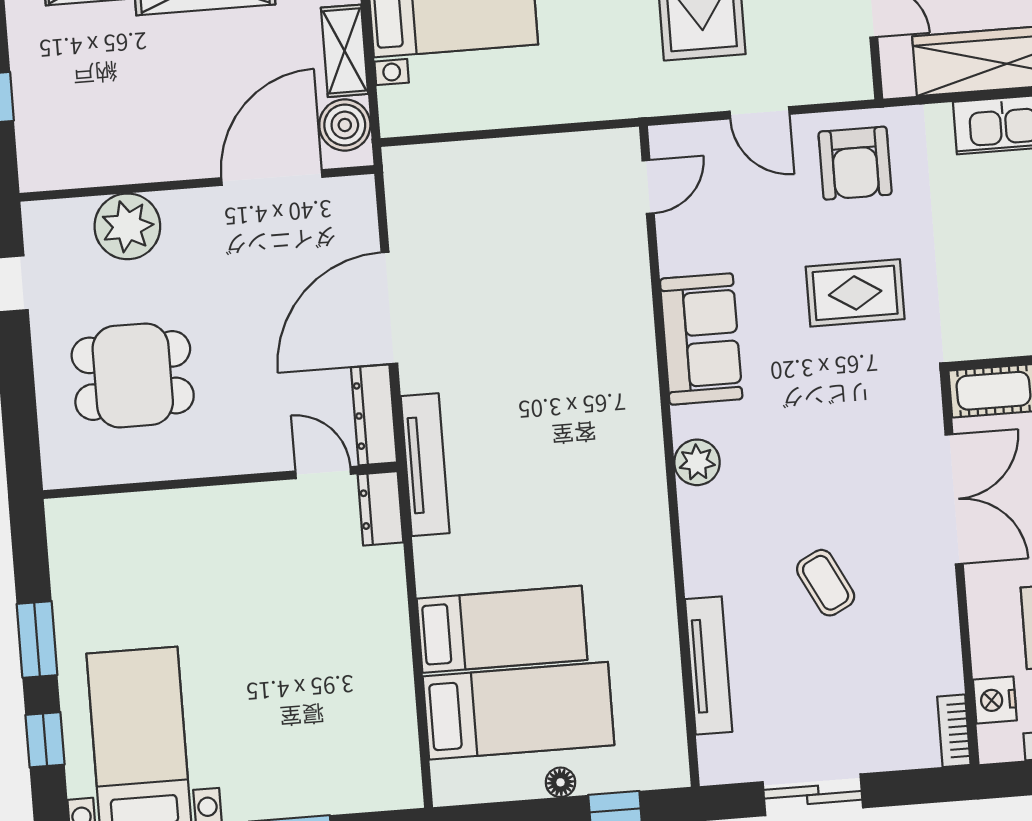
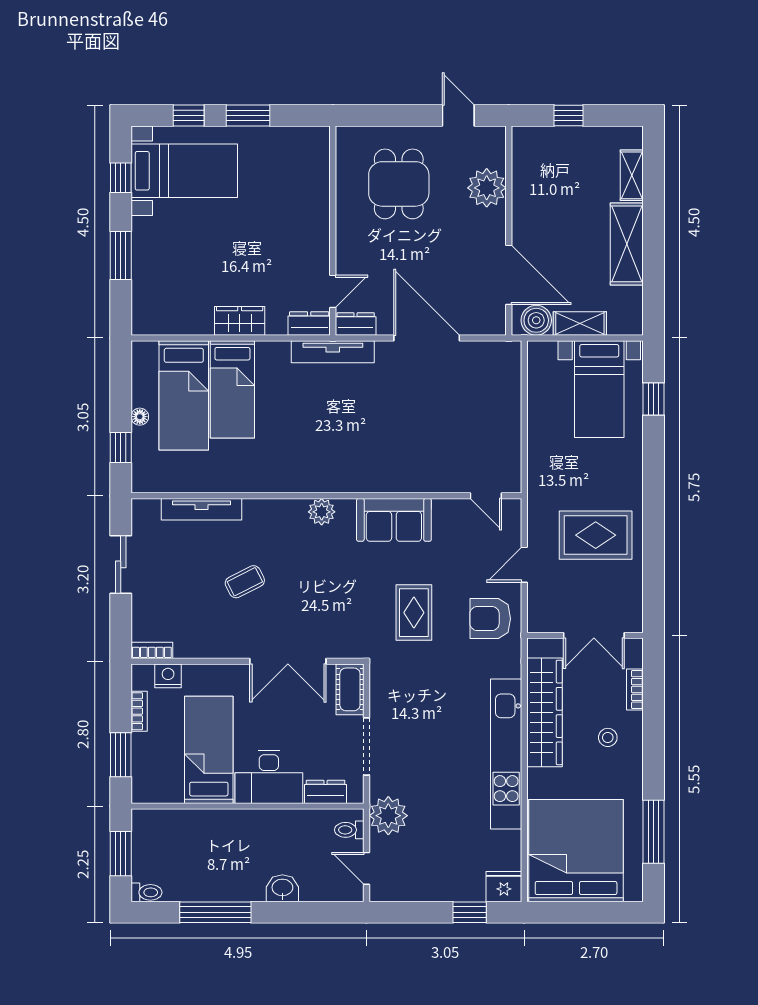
dresser: (374, 415) -> (356, 324), width x0.70
wardrobe: (385, 626) -> (240, 321), added

